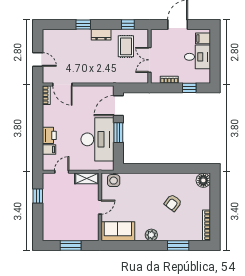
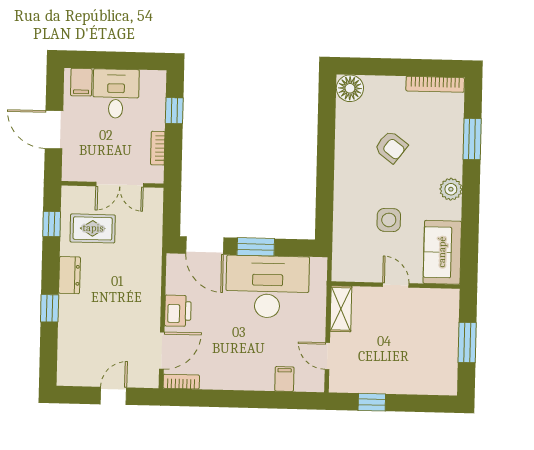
printer: (49, 135) -> (178, 311), moved, turned 90
side table: (114, 181) -> (389, 220), moved

